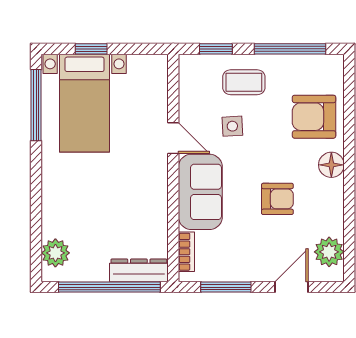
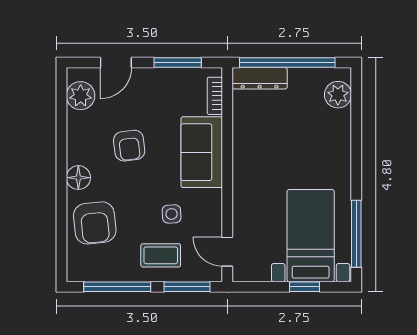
window: (216, 49) -> (187, 287), width x1.50
armchair: (314, 117) -> (95, 223), turned 84
door: (173, 138) -> (227, 252), moved
armchair: (277, 199) -> (129, 146), turned -97

